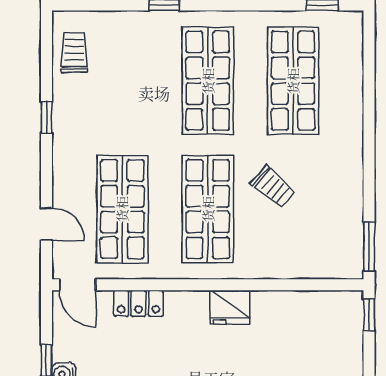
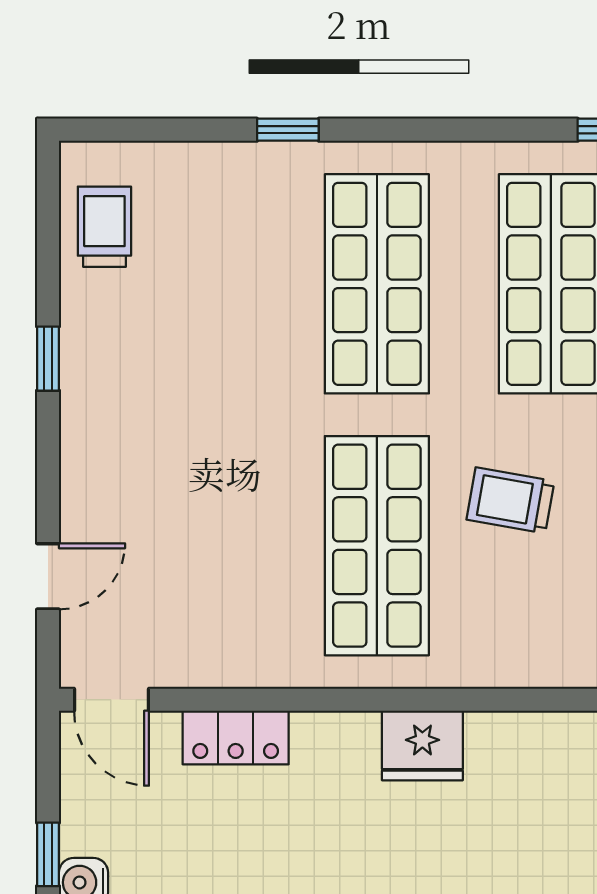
trolley: (273, 187) -> (510, 500), turned 149
shop shelf: (122, 209) -> (203, 546), removed
door: (46, 224) -> (48, 576), hinge flipped

